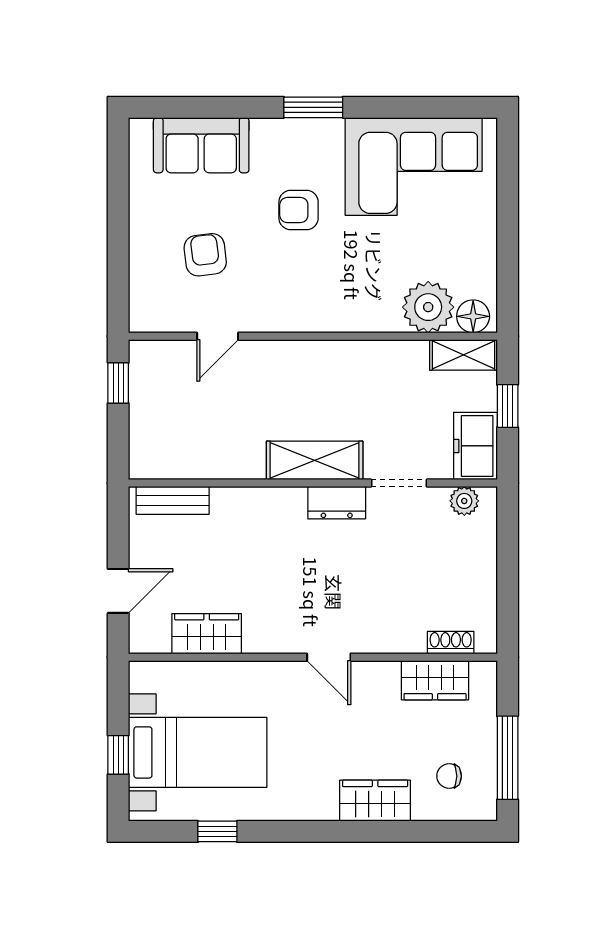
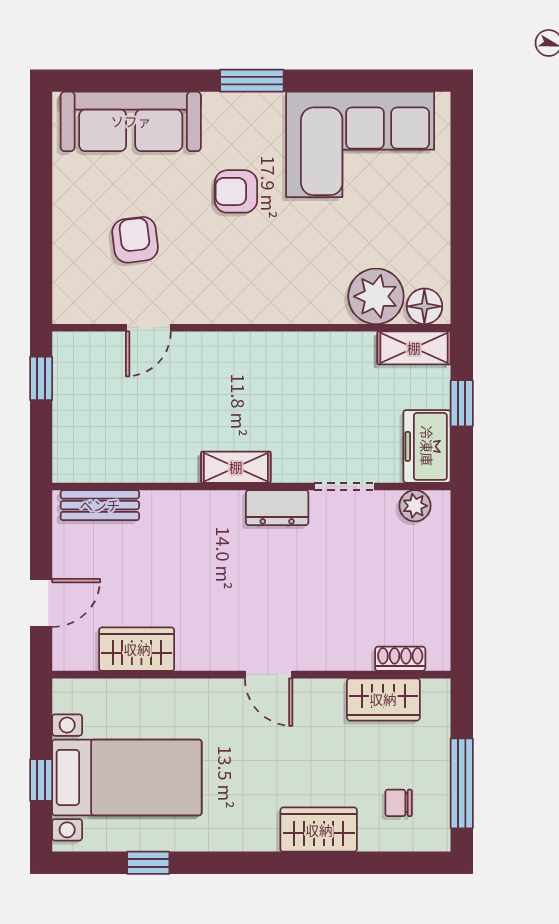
sofa: (201, 145) -> (131, 121), width x1.36
shelving: (315, 460) -> (236, 467), width x0.67, depth x0.75

